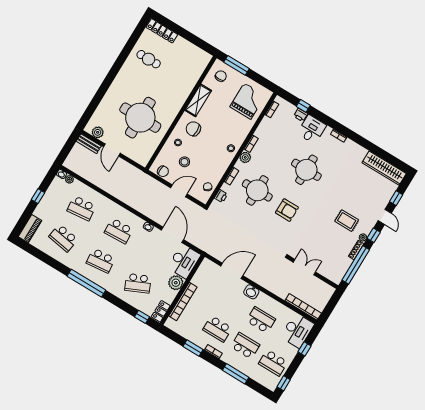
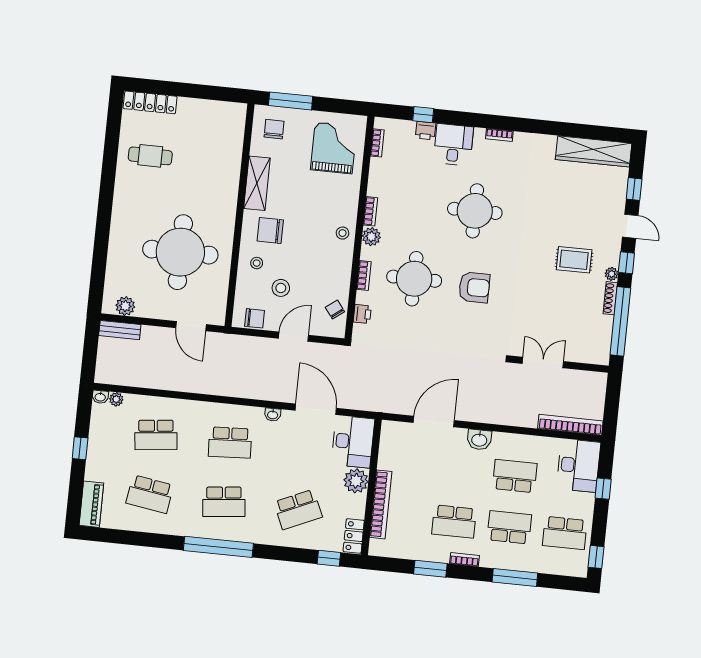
door: (112, 150) -> (191, 326), moved

